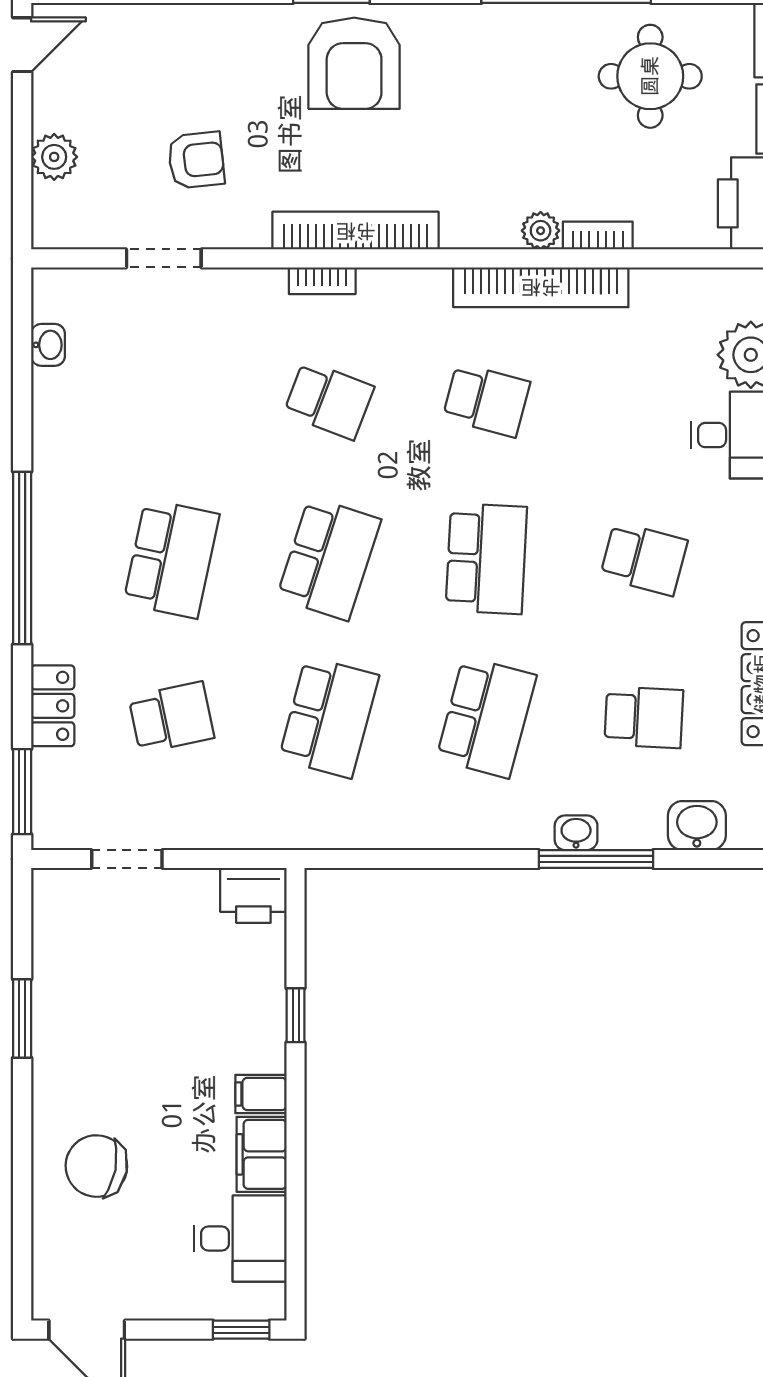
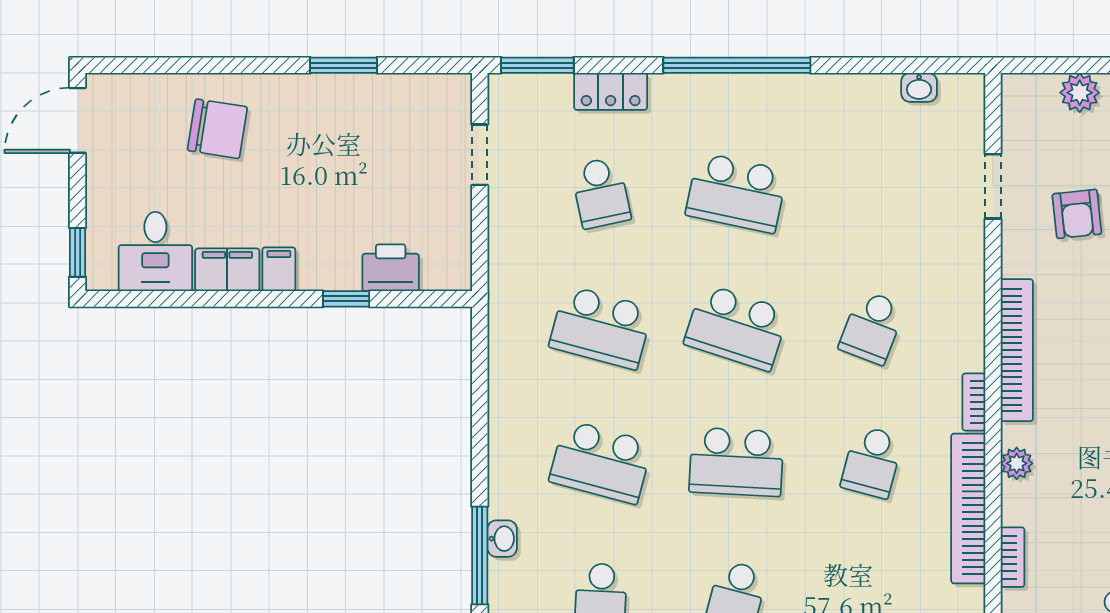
plant: (541, 231) -> (1017, 463), moved
bookcase: (322, 281) -> (974, 402), moved
printer: (253, 895) -> (391, 268), moved, turned 90
chair: (96, 1166) -> (217, 129), turned 88

